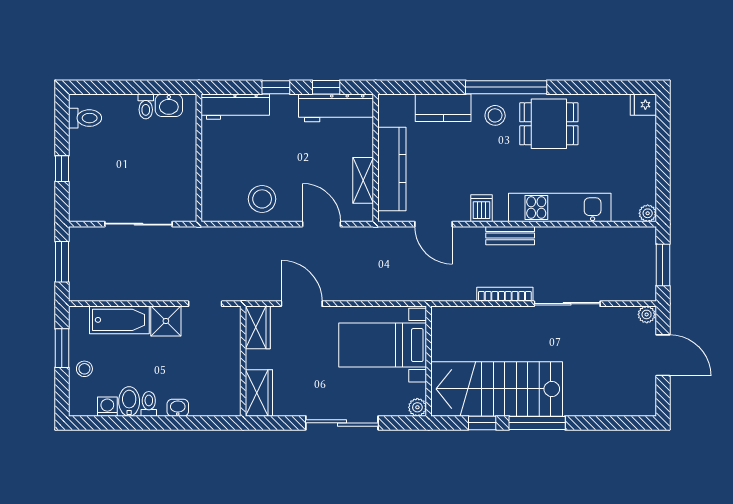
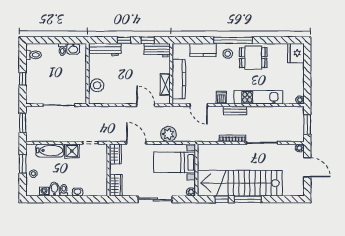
fridge: (643, 105) -> (296, 53), width x1.88, depth x1.34
workbench: (336, 108) -> (157, 50), width x0.73
stool: (262, 199) -> (97, 85), moved
plant: (370, 285) -> (169, 134), added
stairs: (497, 389) -> (240, 183), width x1.36

